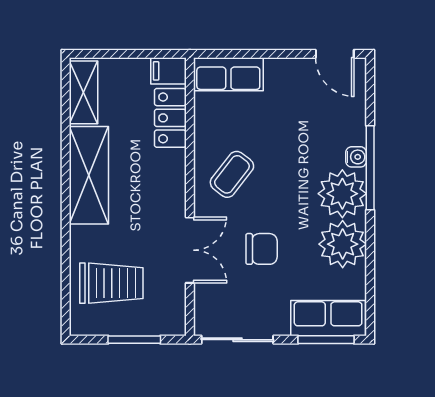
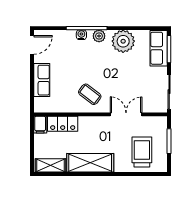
row of seats: (228, 74) -> (42, 80), moved
plant: (342, 194) -> (99, 36), width x0.53, depth x0.53
chair: (262, 249) -> (125, 80), removed

